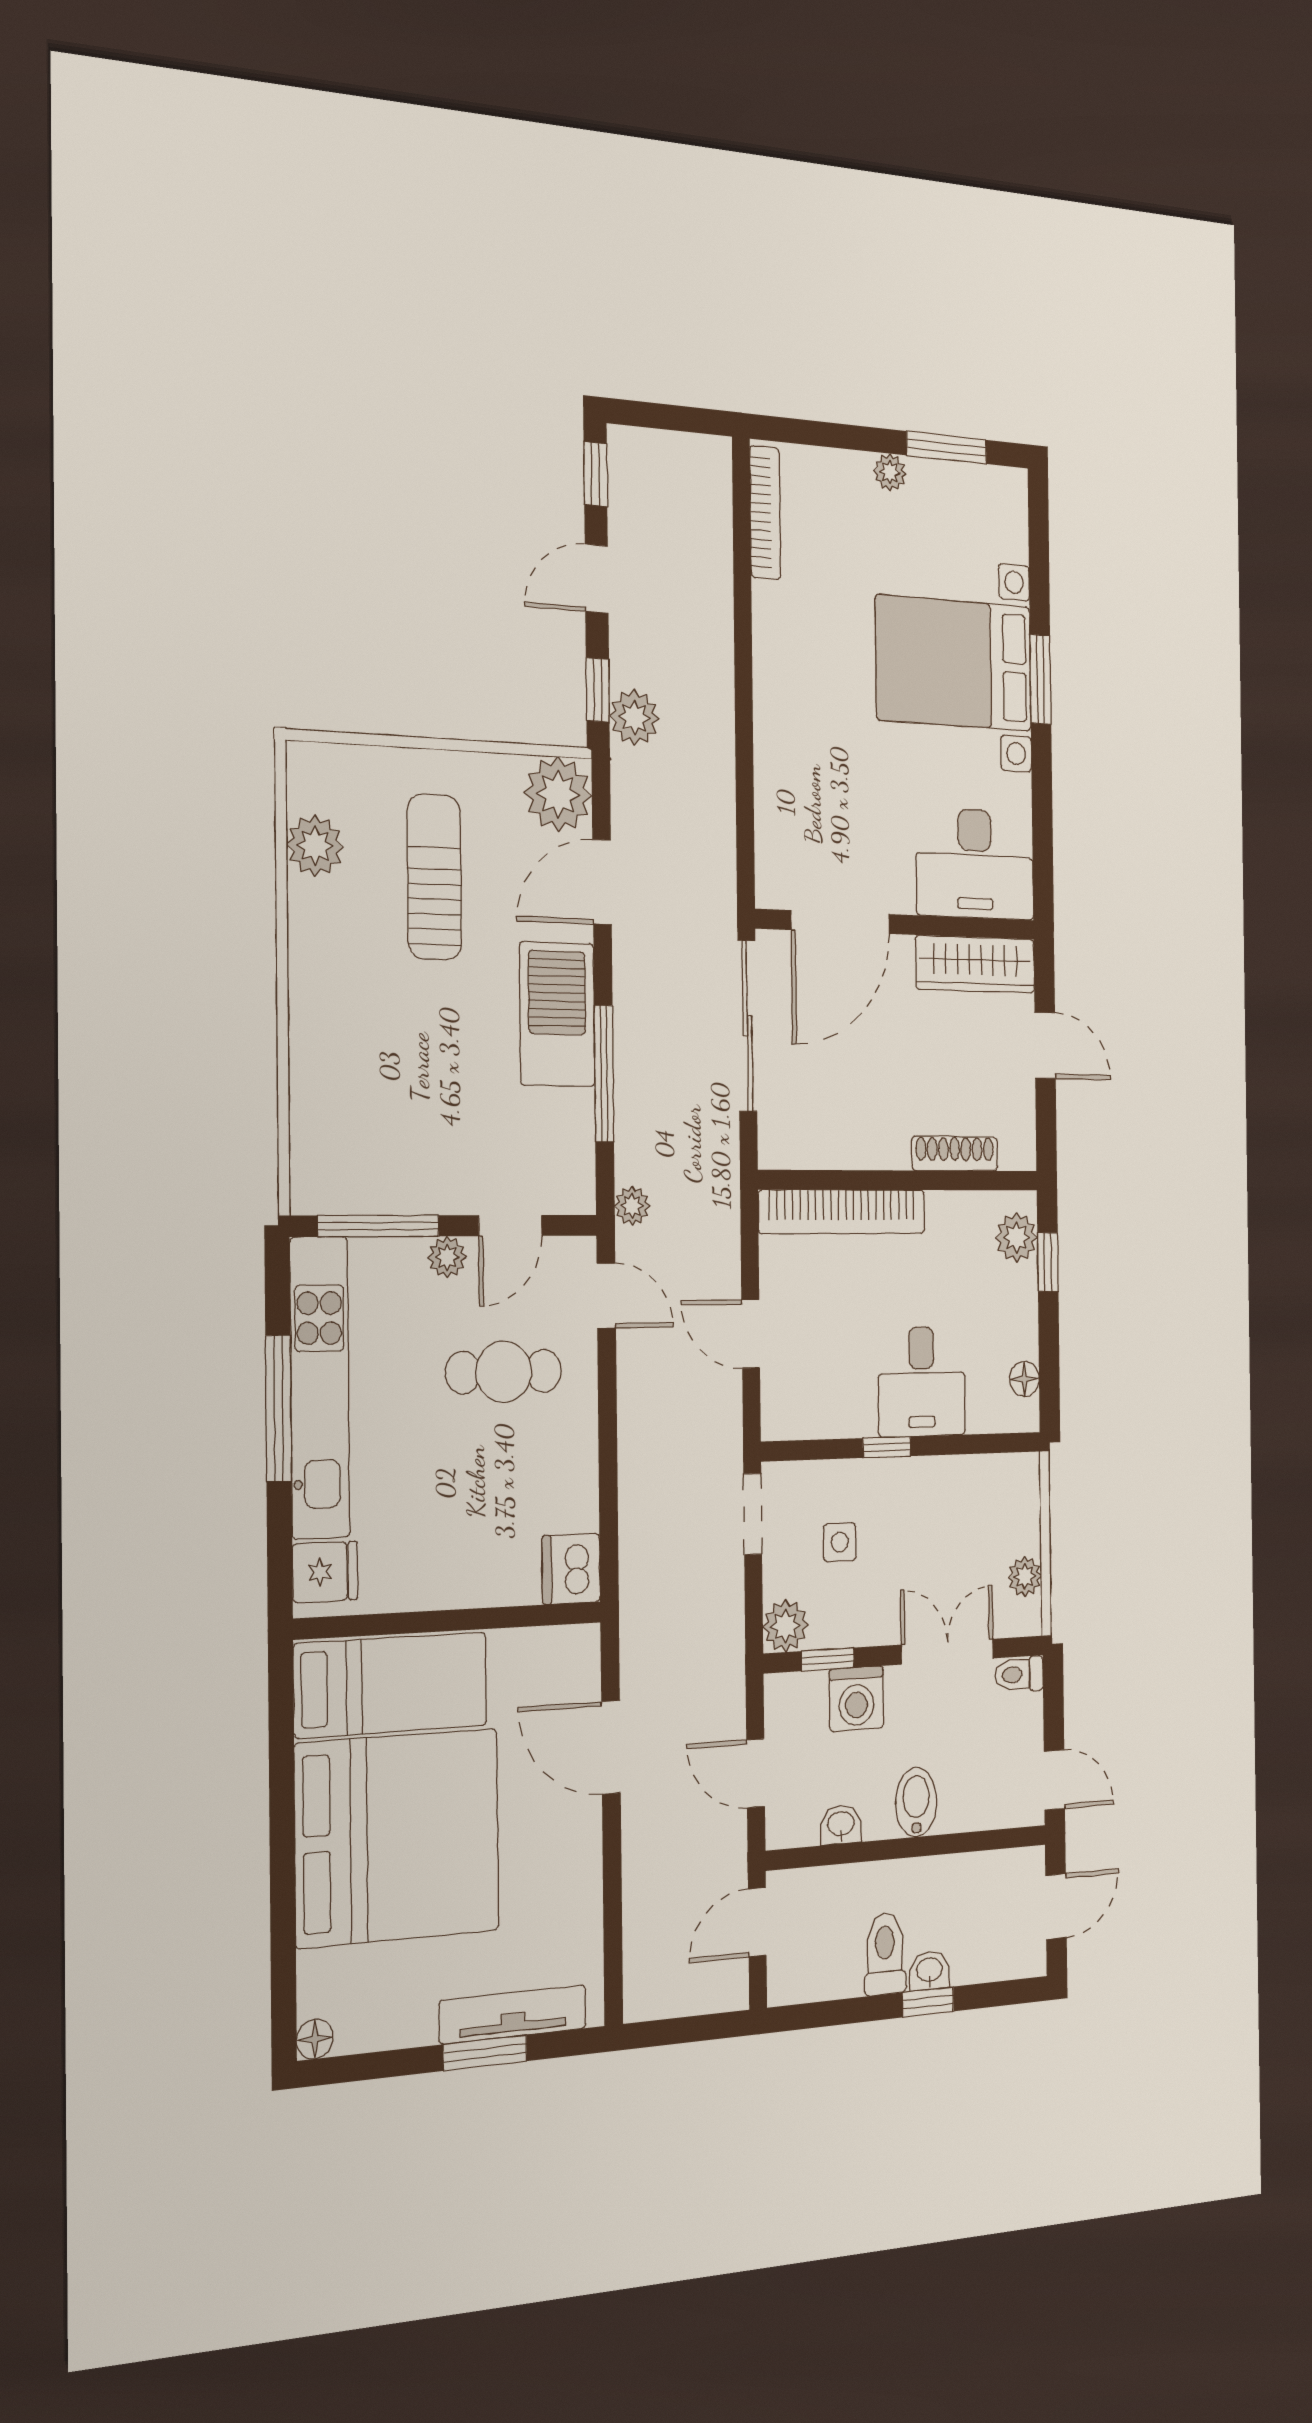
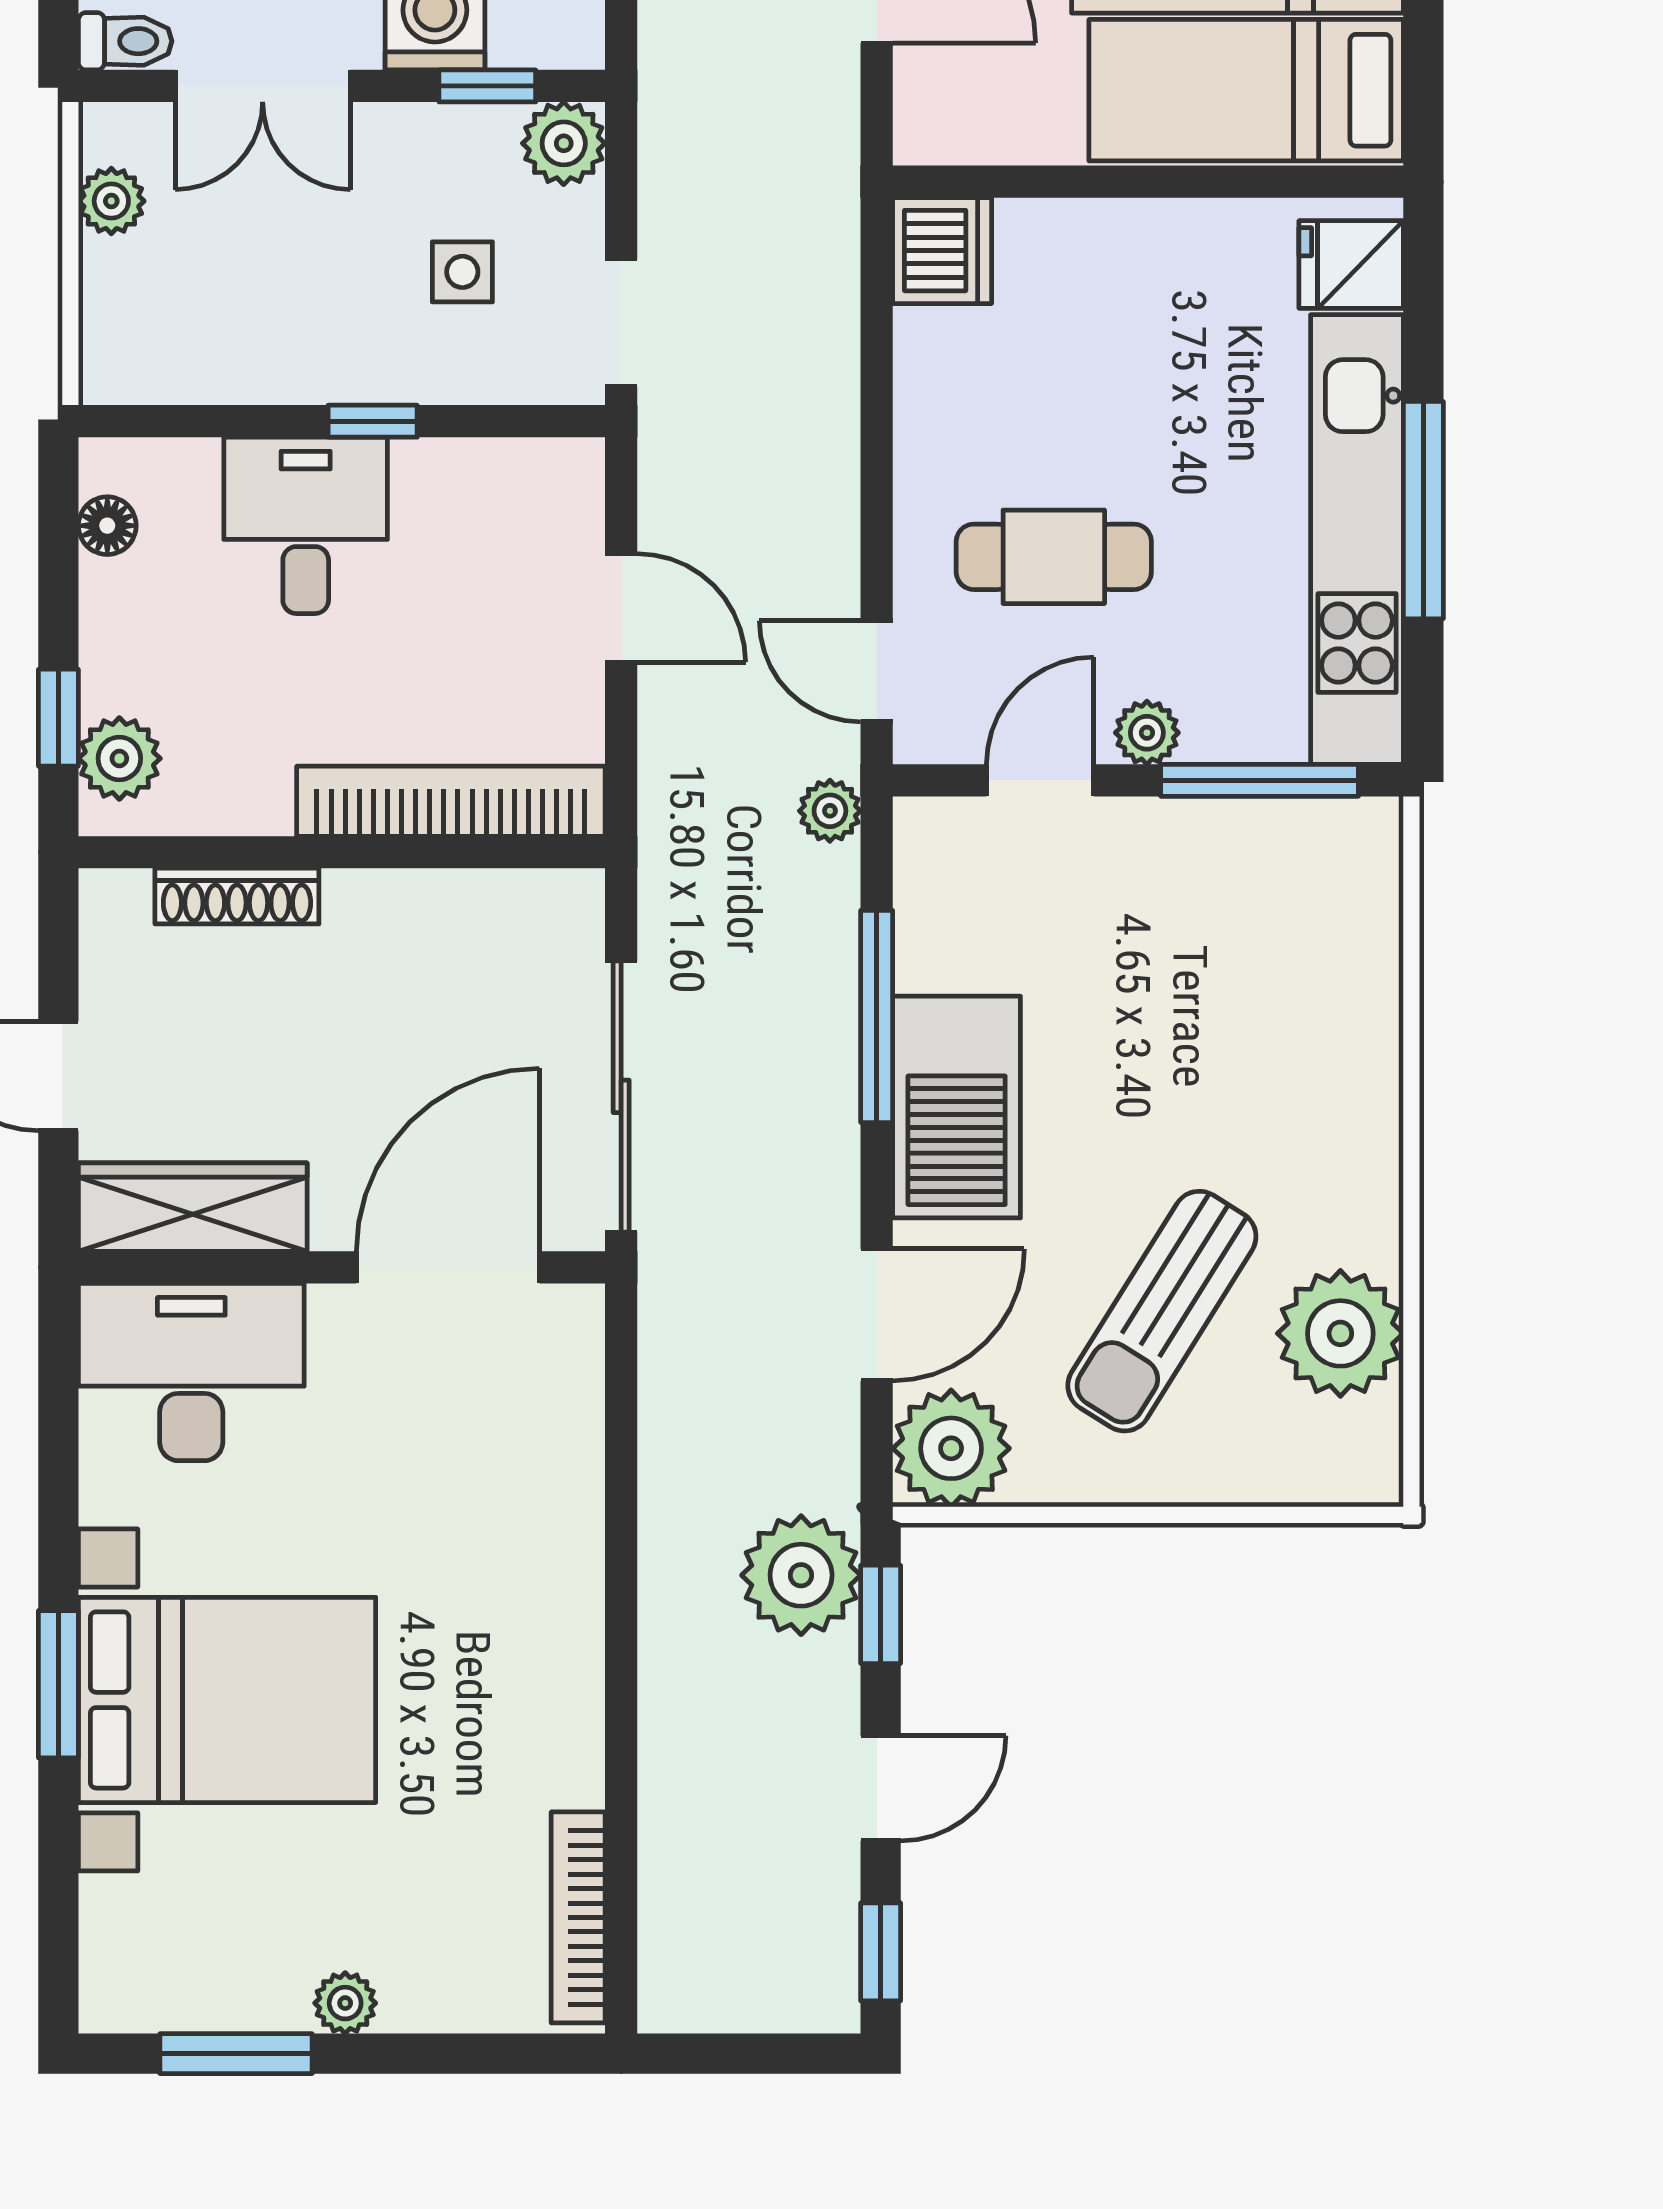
plant: (634, 717) -> (801, 1575), width x1.36, depth x1.36
plant: (315, 846) -> (1340, 1333), width x1.36, depth x1.36
sun lounger: (434, 877) -> (1162, 1311), turned 32

